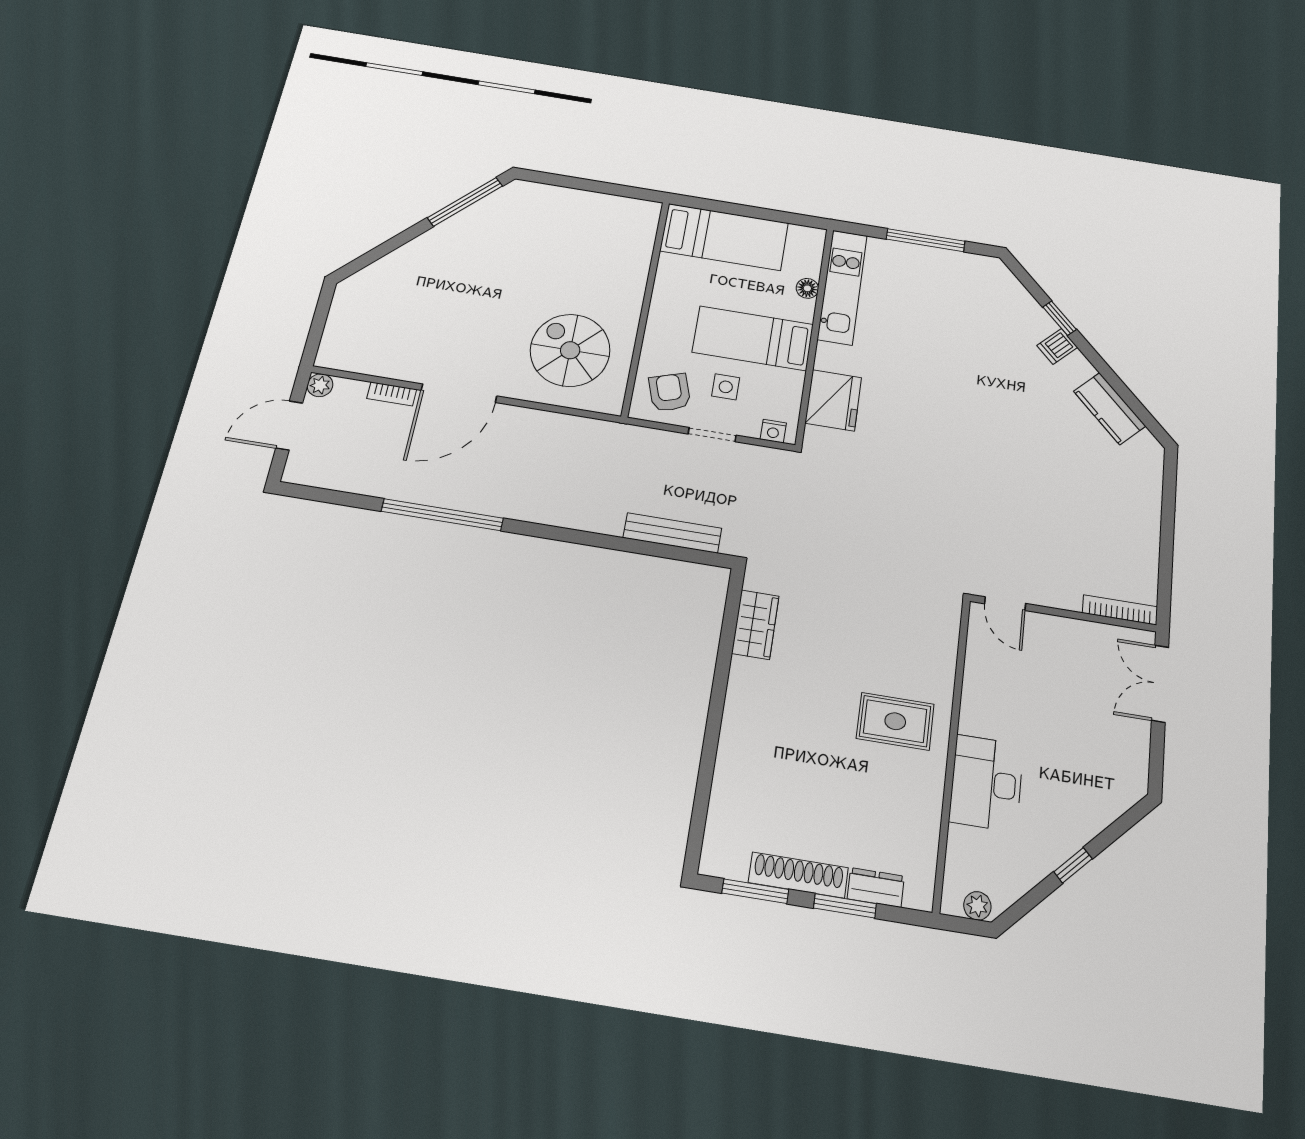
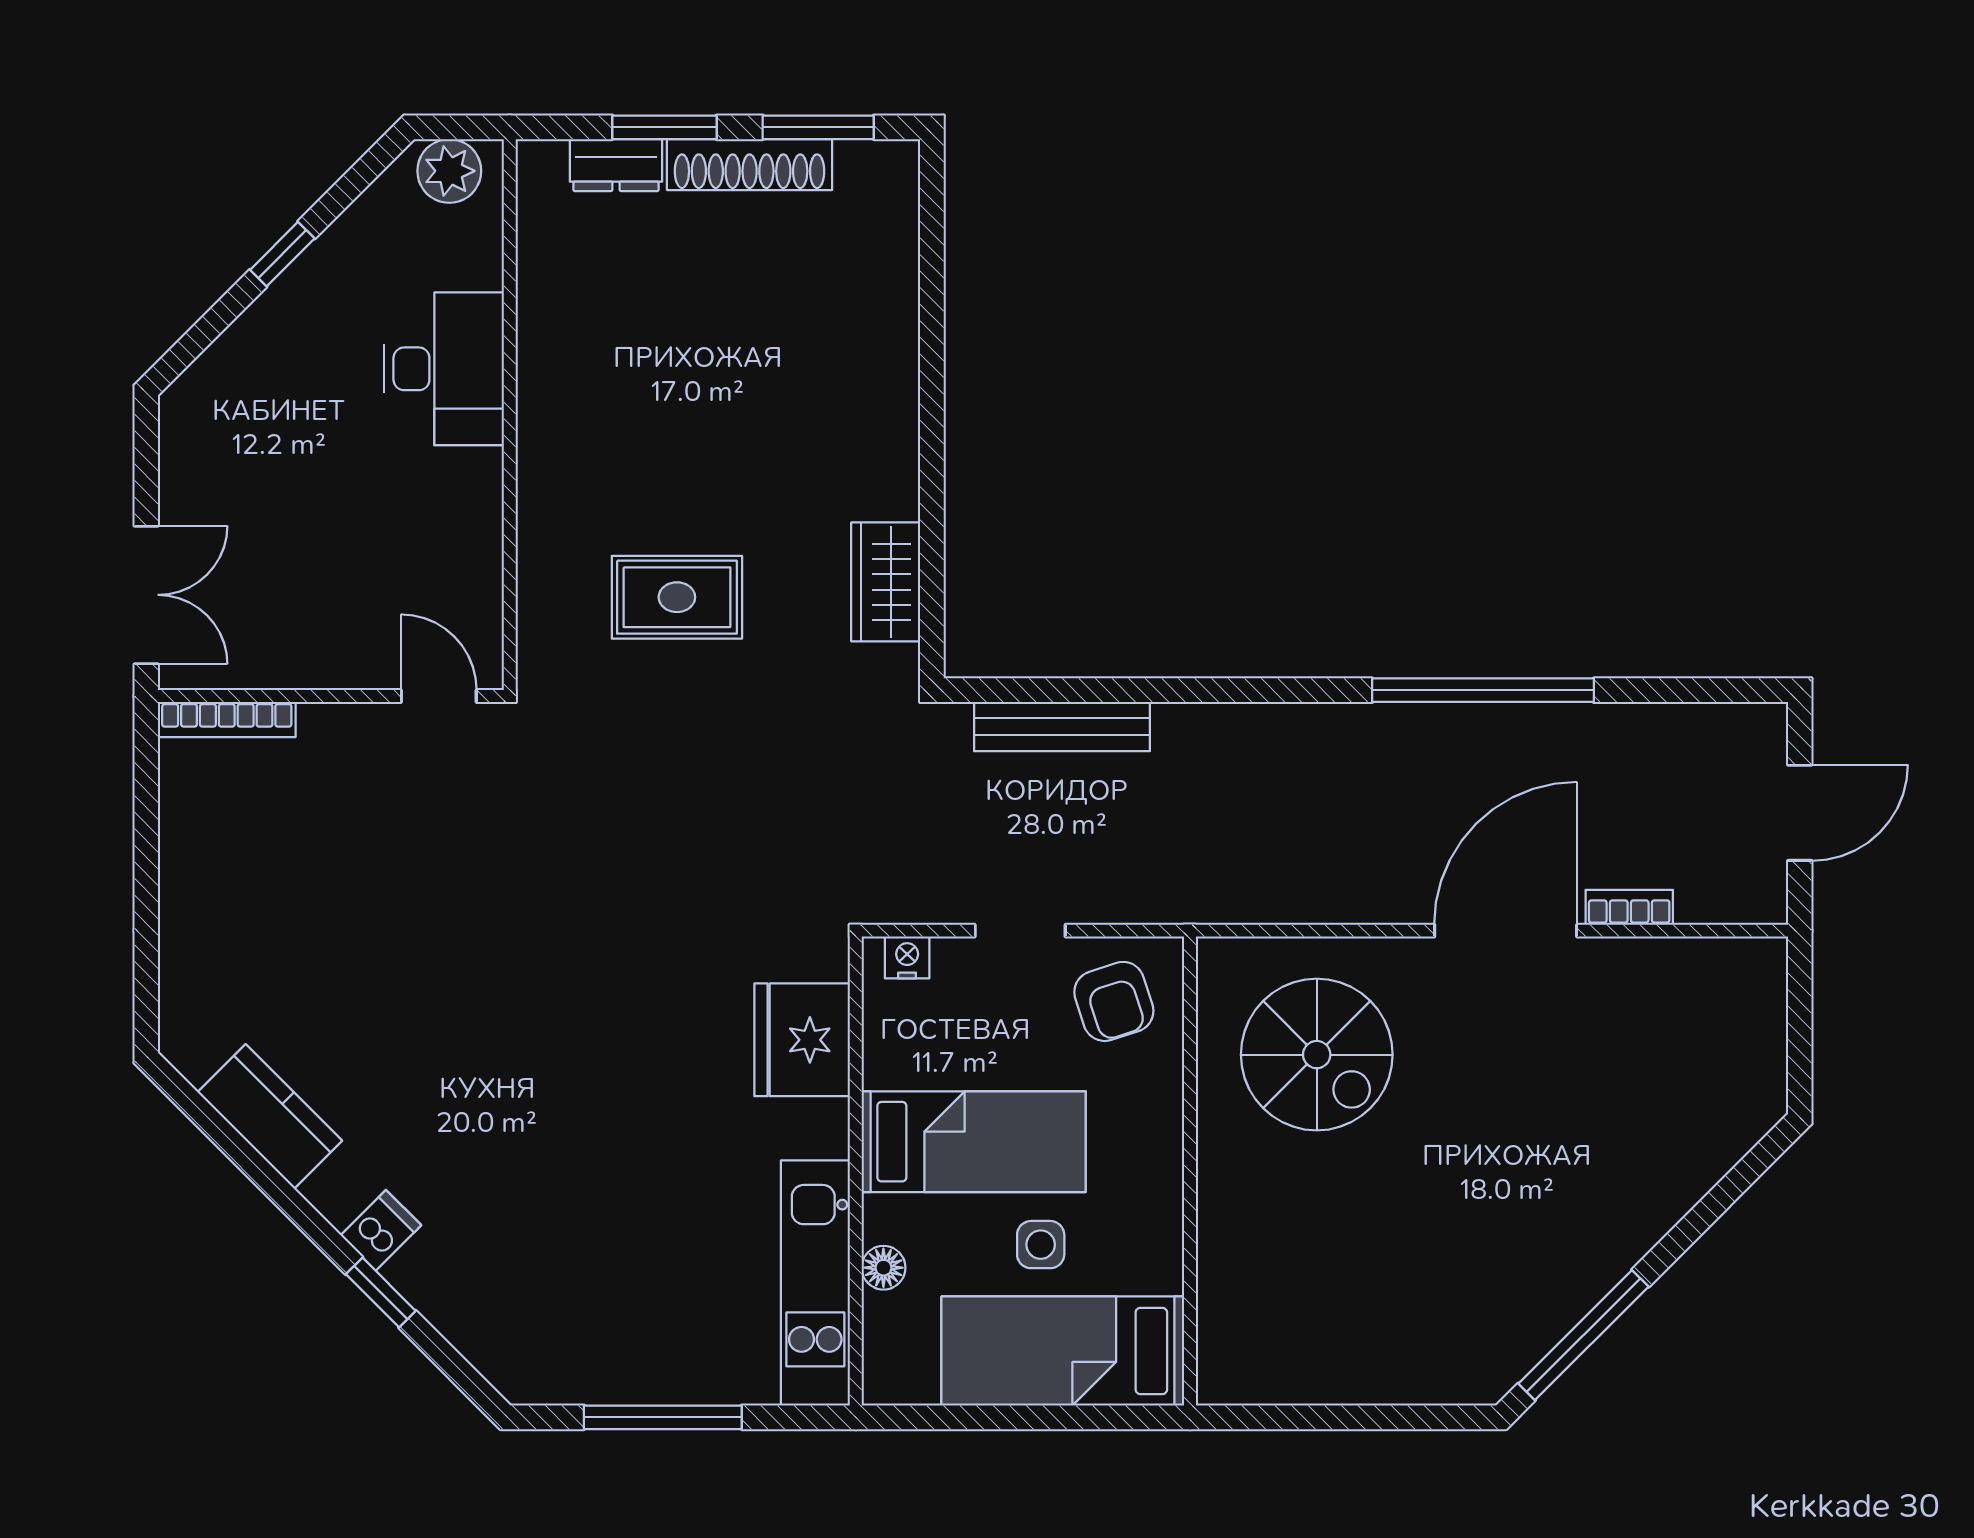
plant: (320, 385) -> (1765, 901), removed
side table: (726, 387) -> (1041, 1245), moved
rug: (895, 721) -> (677, 597), moved
plant: (977, 906) -> (449, 171), width x1.38, depth x1.38

